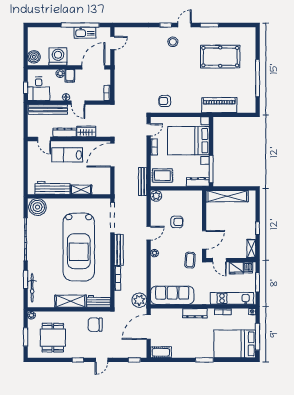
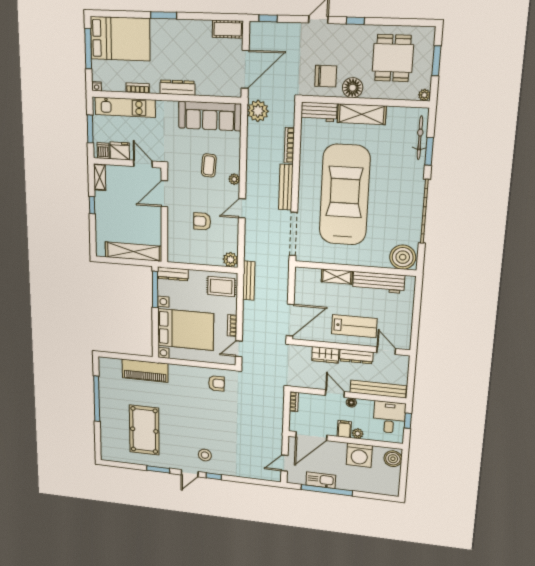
pool table: (220, 57) -> (144, 430), turned 90
coffee table: (190, 260) -> (209, 165), moved
floor lamp: (77, 318) -> (353, 88), added

